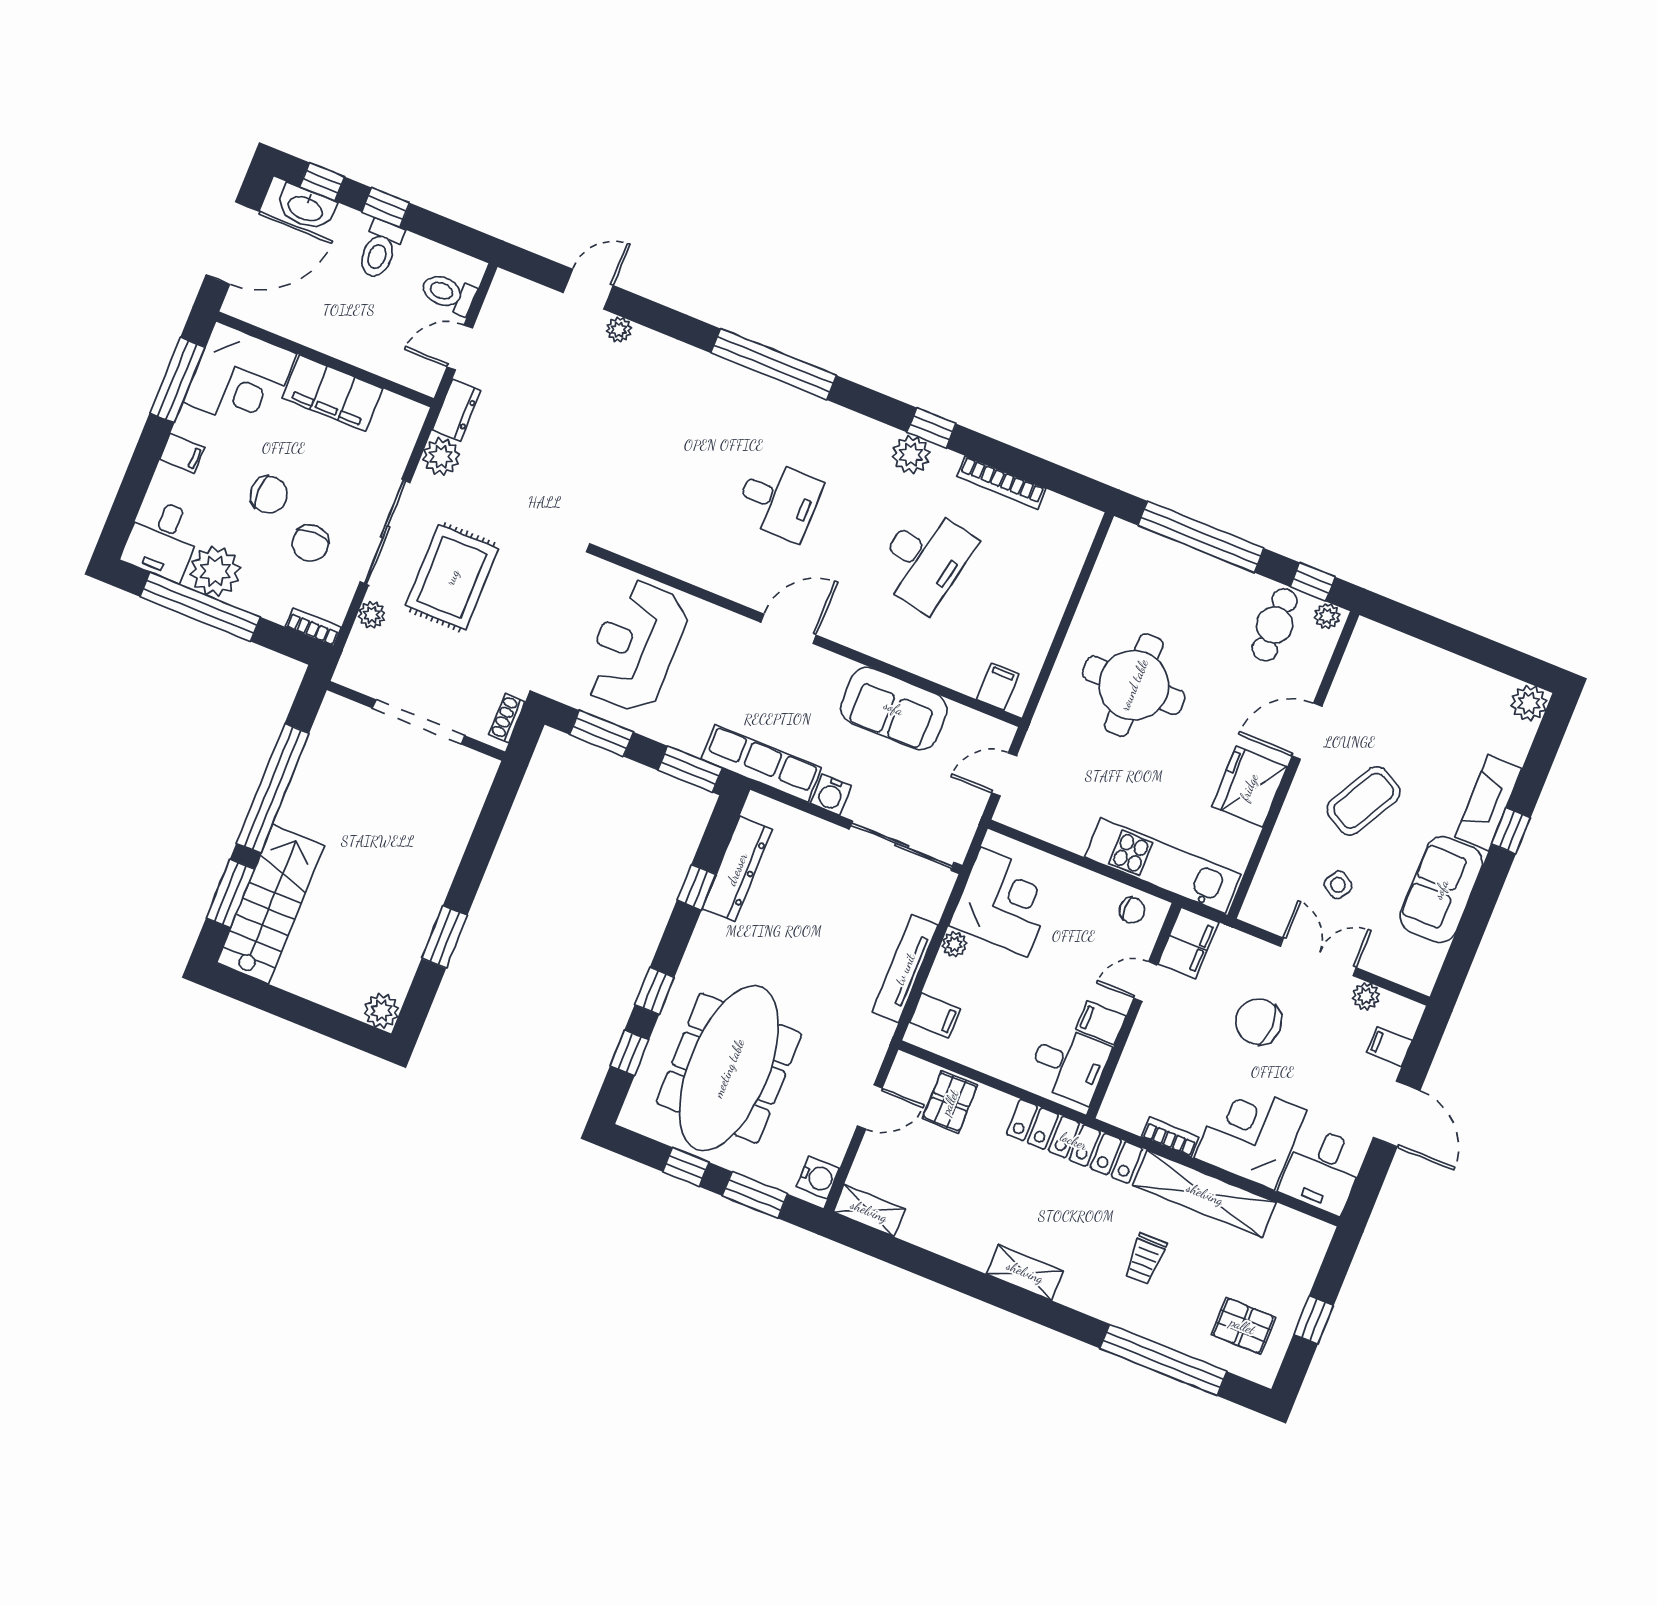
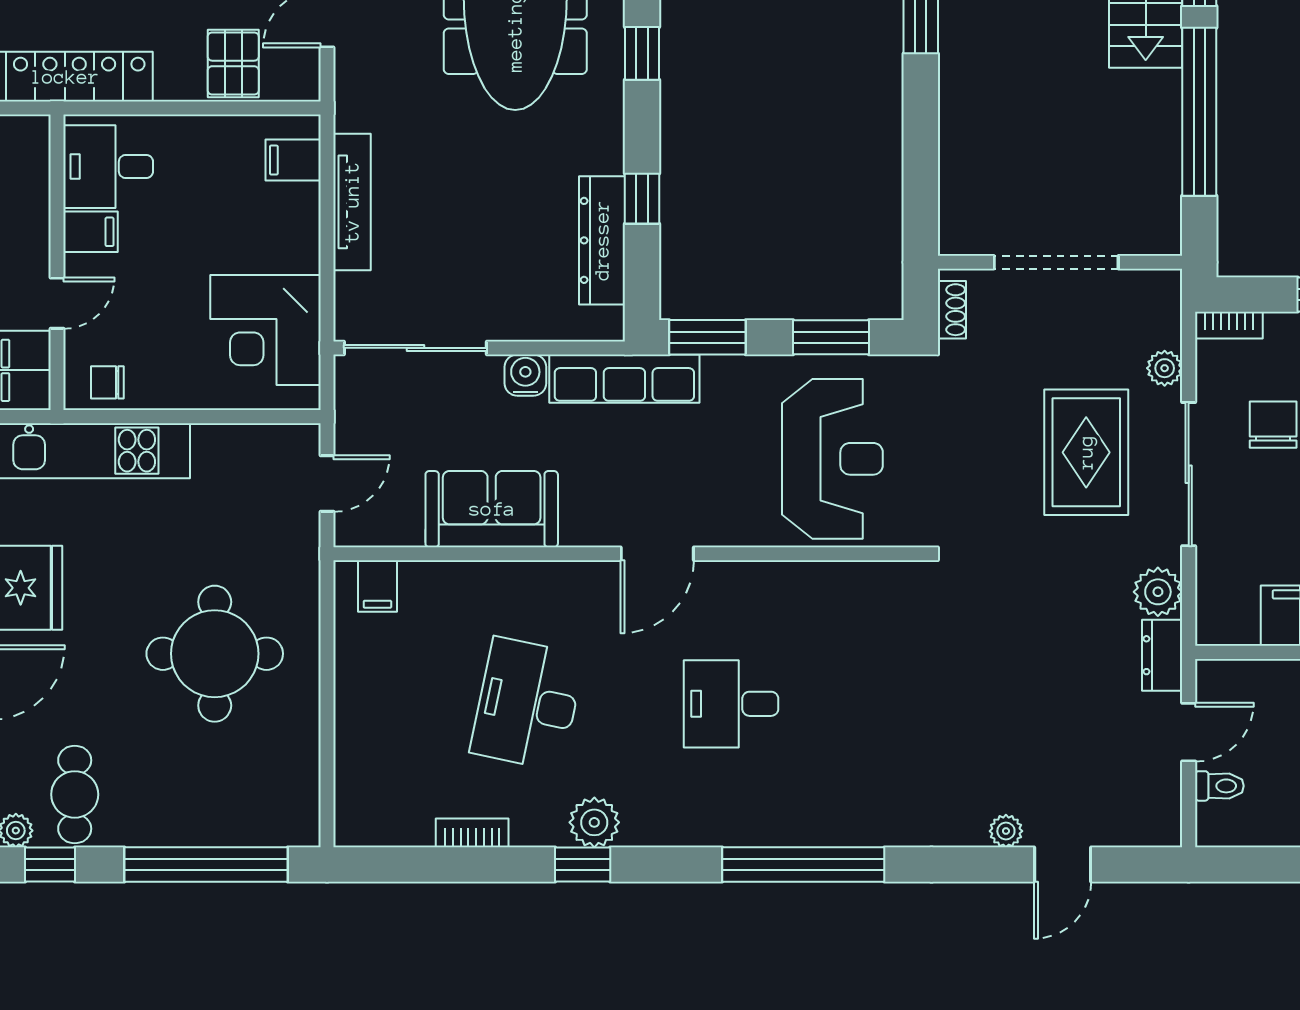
toilet: (448, 293) -> (1219, 786), width x0.73, depth x0.72
bookcase: (1001, 483) -> (472, 833), width x0.64
plant: (955, 944) -> (304, 255), removed

